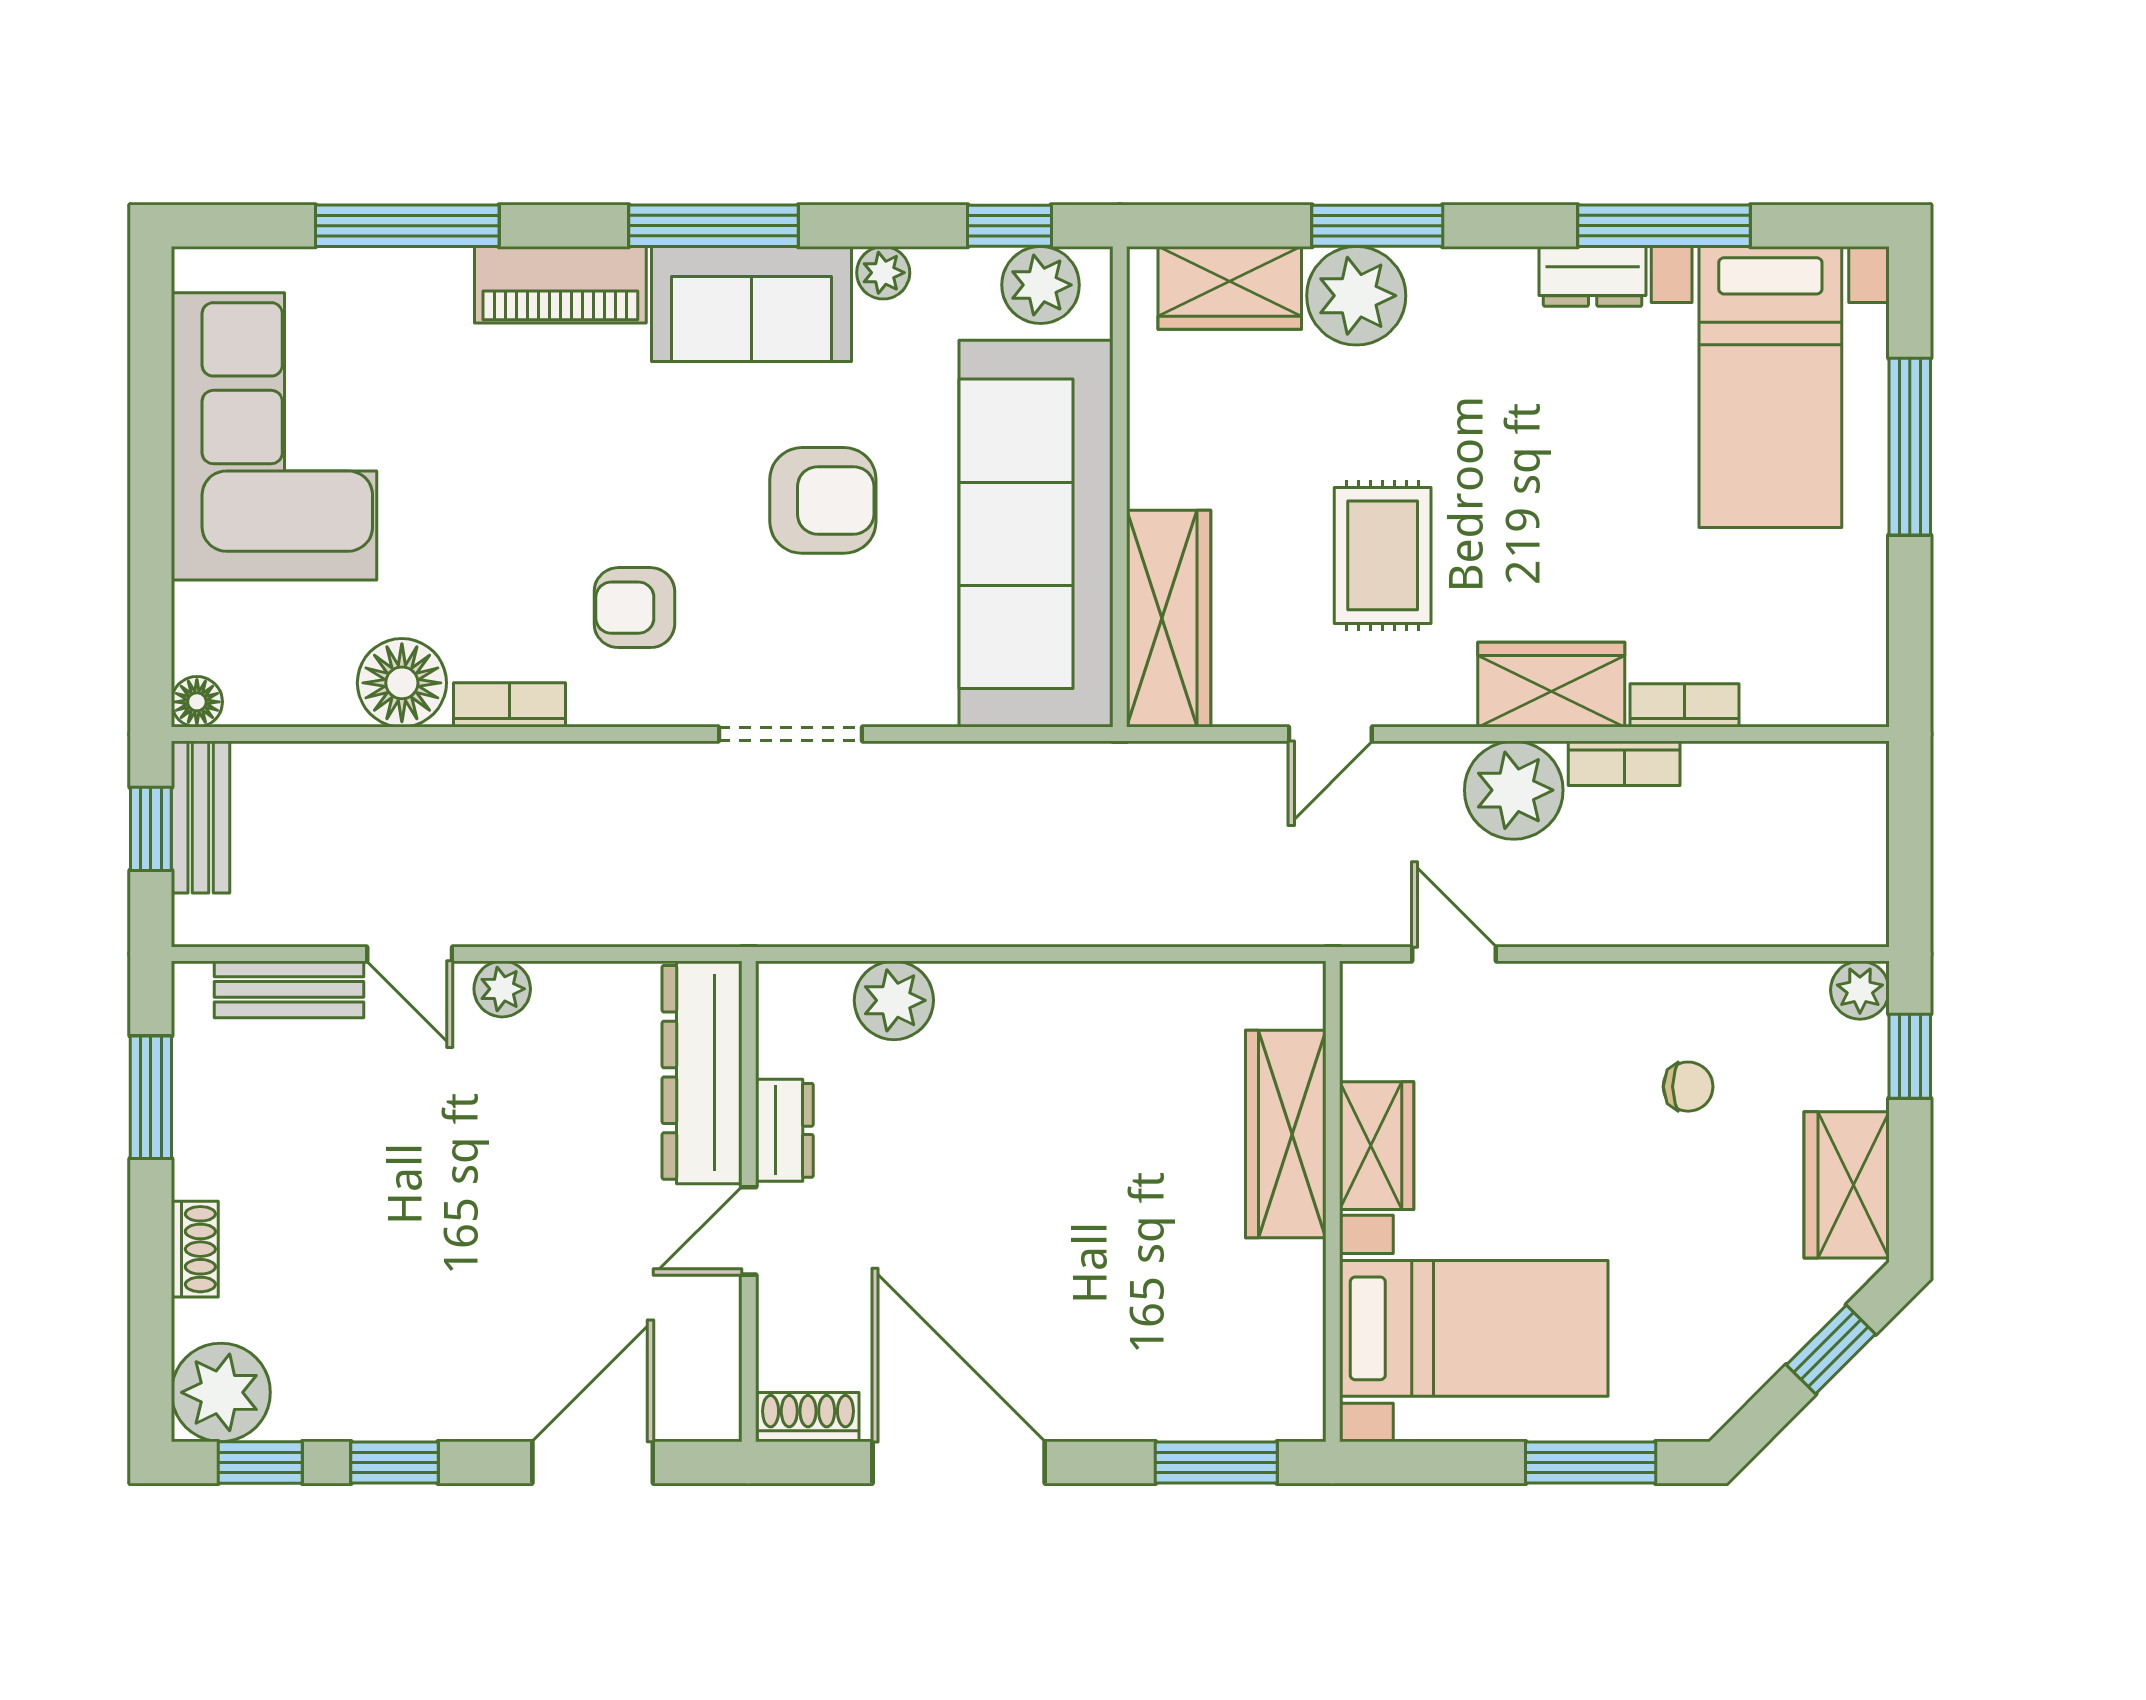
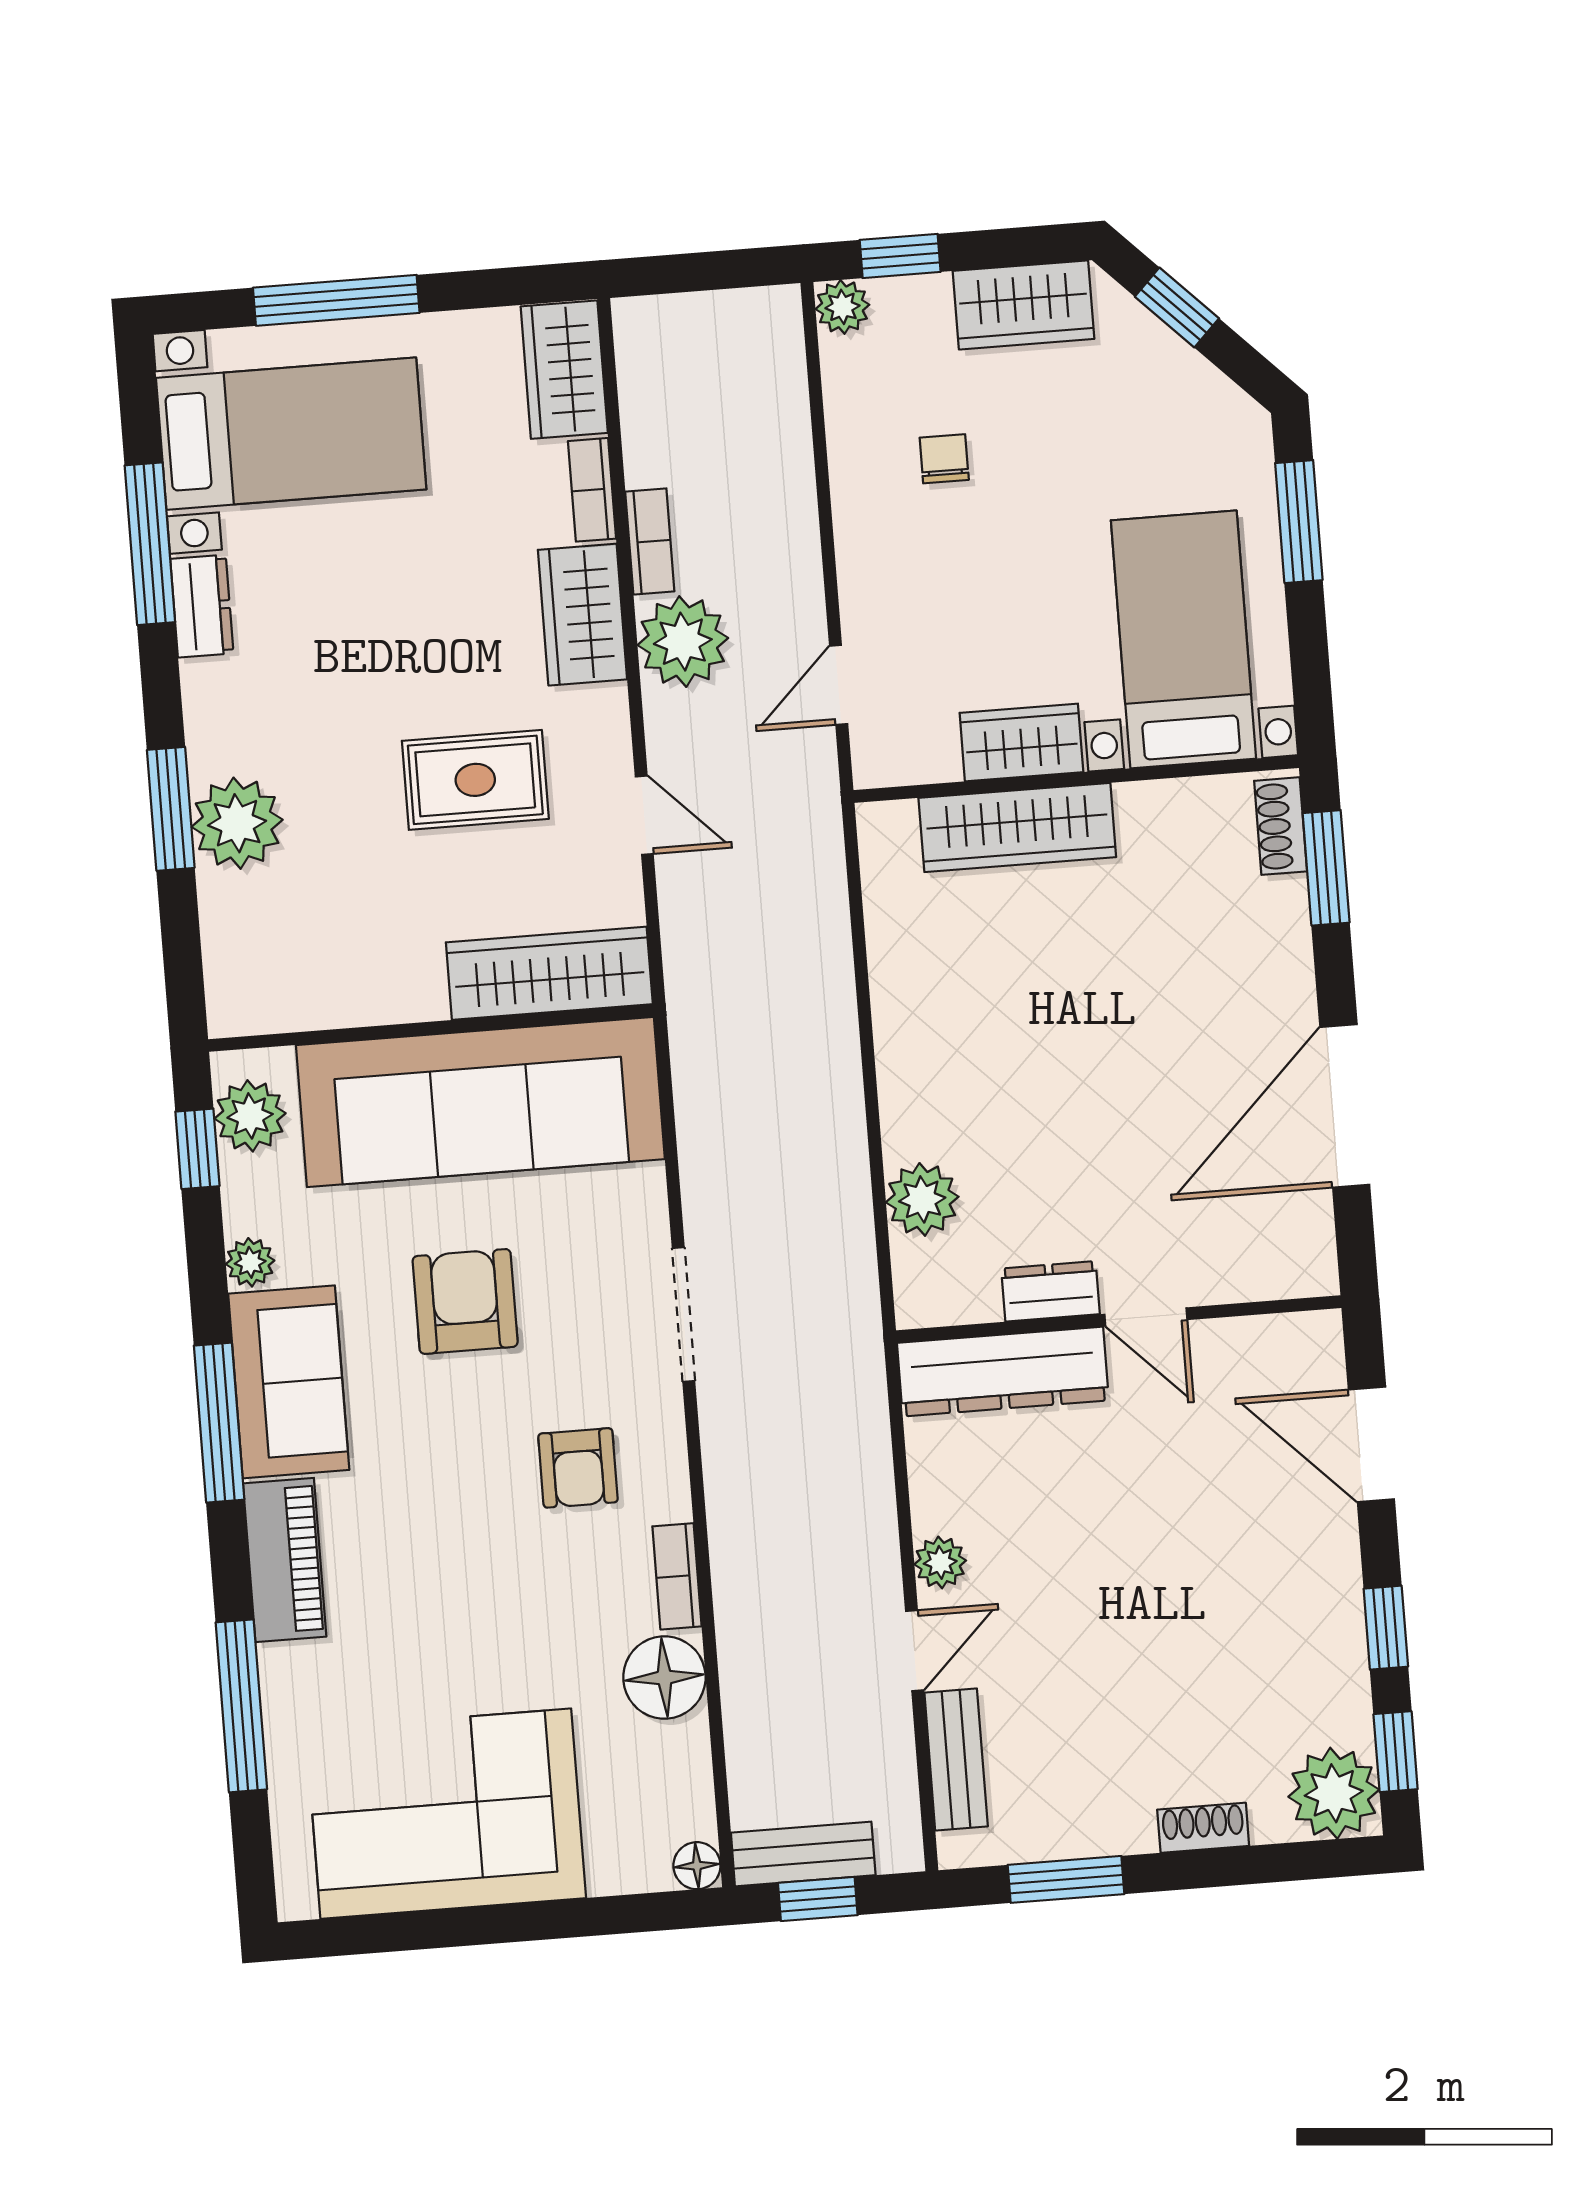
wardrobe: (1230, 288) -> (564, 370), moved, turned 180
shoe rack: (808, 1417) -> (1281, 826), moved

